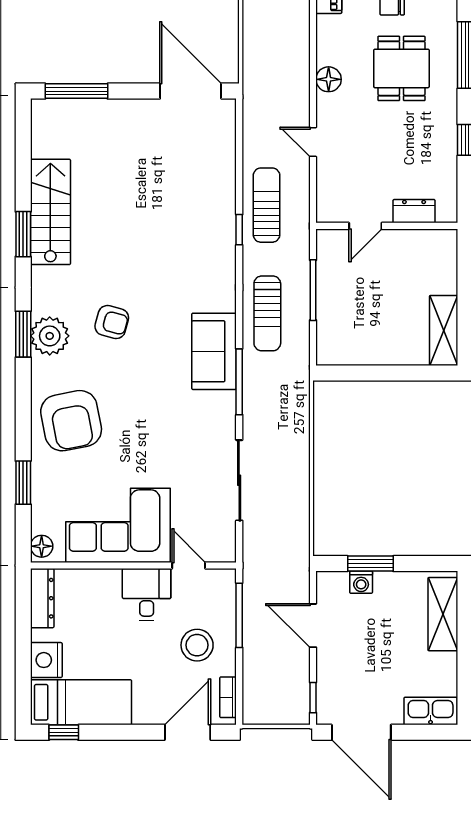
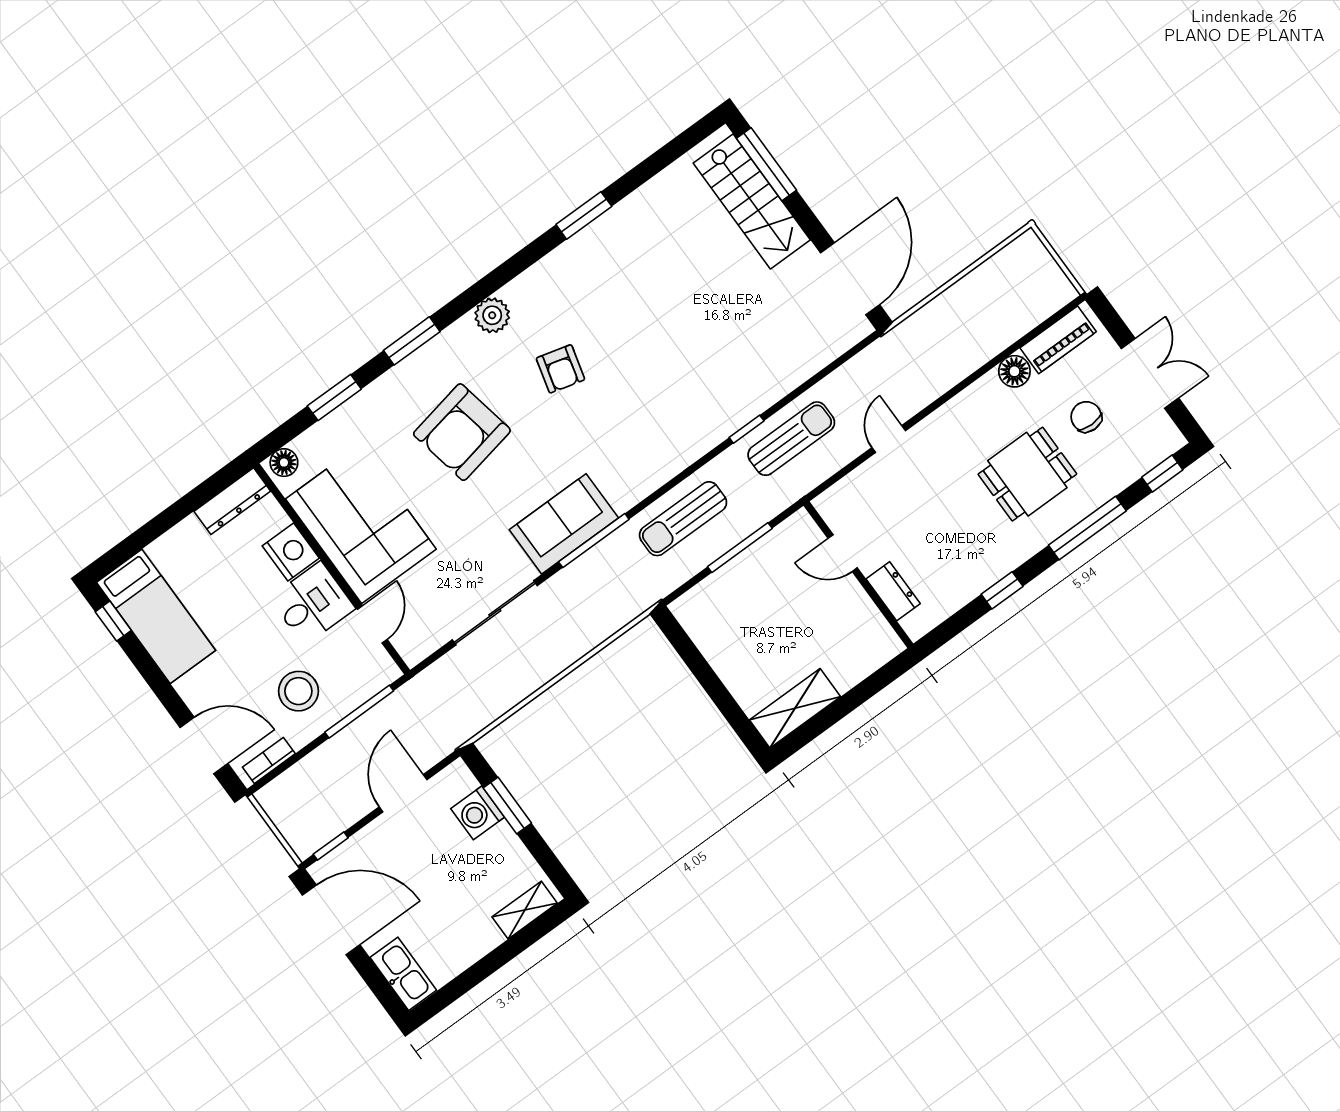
floor lamp: (329, 79) -> (1014, 371), moved
stairs: (50, 212) -> (752, 202), moved, turned 90
window: (23, 334) -> (412, 341), moved
plant: (50, 336) -> (492, 315), width x0.73, depth x0.73
sofa: (214, 351) -> (564, 524), moved
armchair: (71, 421) -> (462, 432), moved
washing machine: (361, 582) -> (478, 813), width x1.38, depth x1.38
shelving: (443, 614) -> (525, 910), width x0.67, depth x0.75
nightstand: (46, 660) -> (291, 552), moved, turned 90
door: (361, 732) -> (331, 920), swing flipped

